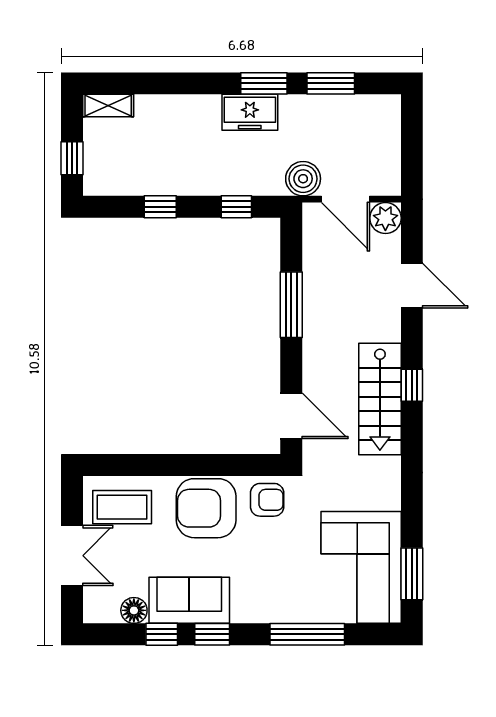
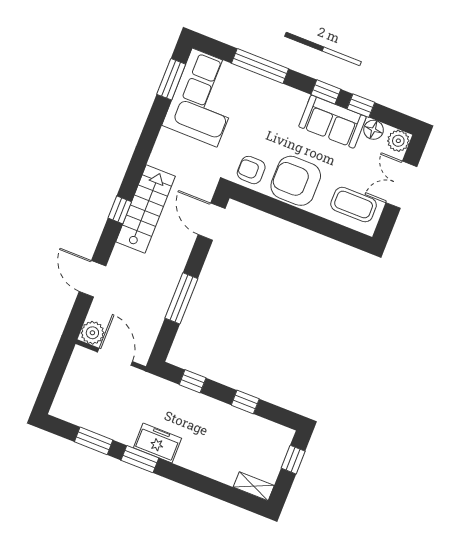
boiler: (303, 179) -> (139, 383), removed
armchair: (206, 508) -> (296, 181), turned 180
plant: (97, 609) -> (398, 141), added

